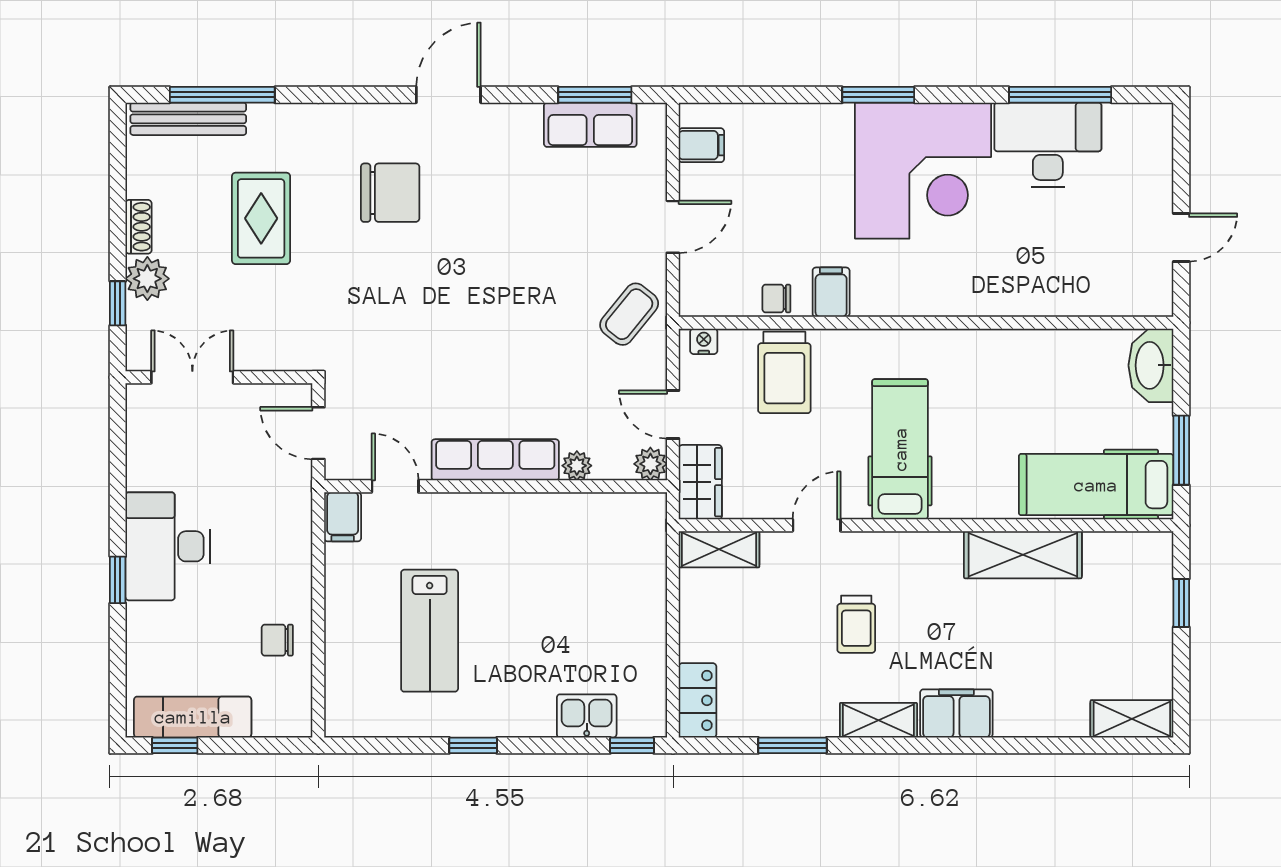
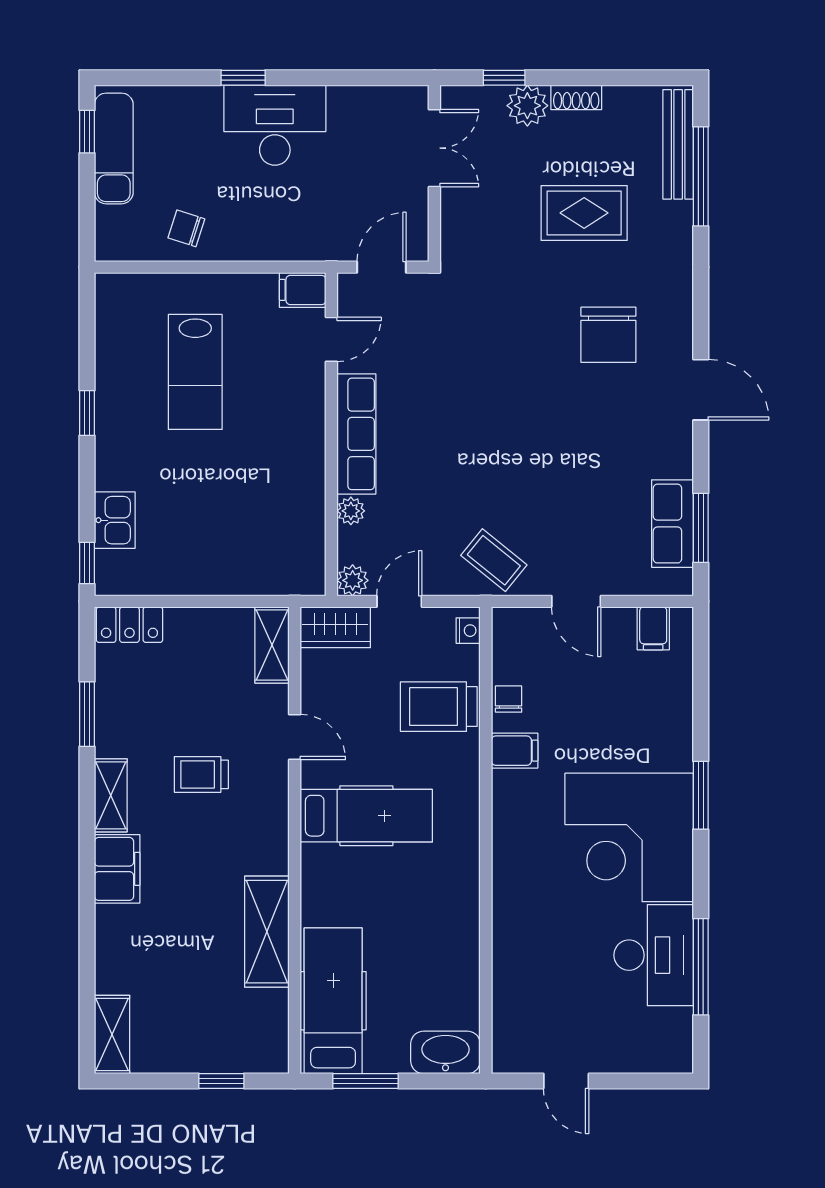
lab bench: (430, 631) -> (195, 372), turned -90
chair: (277, 640) -> (186, 228), turned -72

